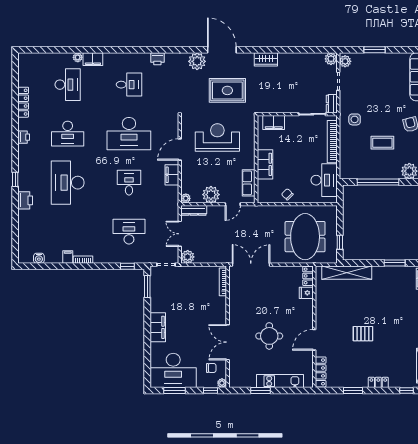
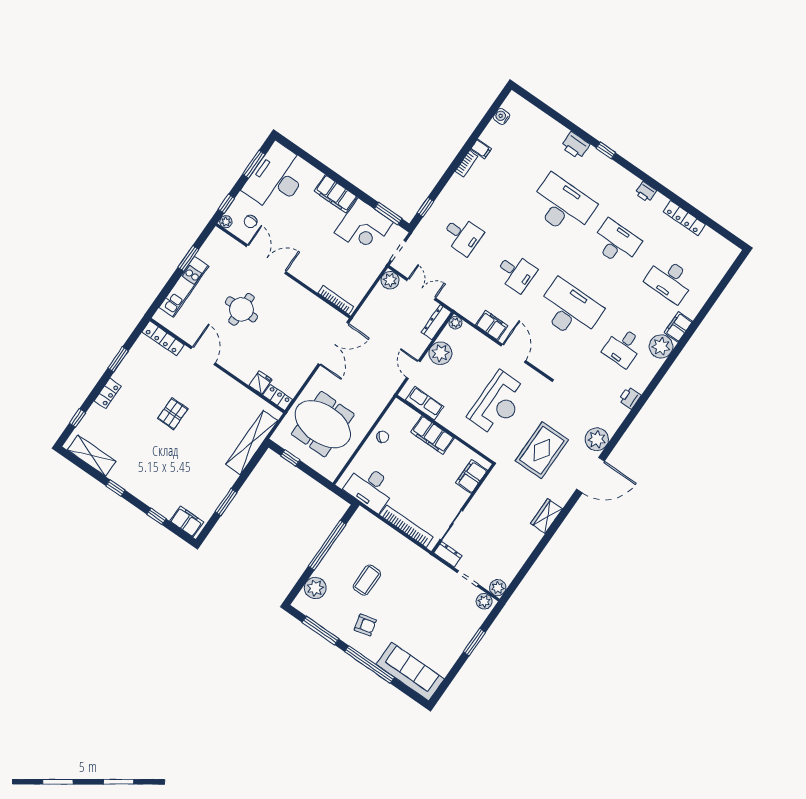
plant: (78, 57) -> (661, 346), moved, width x1.88, depth x1.88
side table: (355, 119) -> (413, 567), removed
desk: (68, 134) -> (616, 243), turned 90
desk: (129, 134) -> (569, 310), turned 90
desk: (129, 232) -> (462, 235), width x0.73
corner desk: (166, 296) -> (364, 227), added

